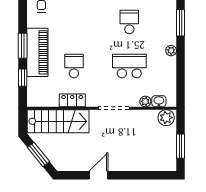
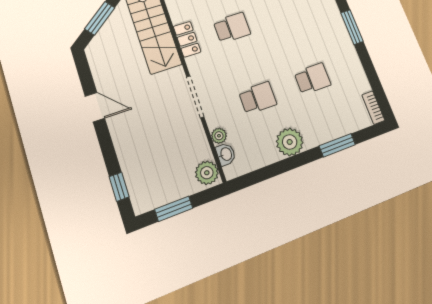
plant: (171, 51) -> (290, 142), width x1.88, depth x1.88
school desk: (129, 66) -> (258, 98), width x0.54
window: (155, 175) -> (119, 187), added

